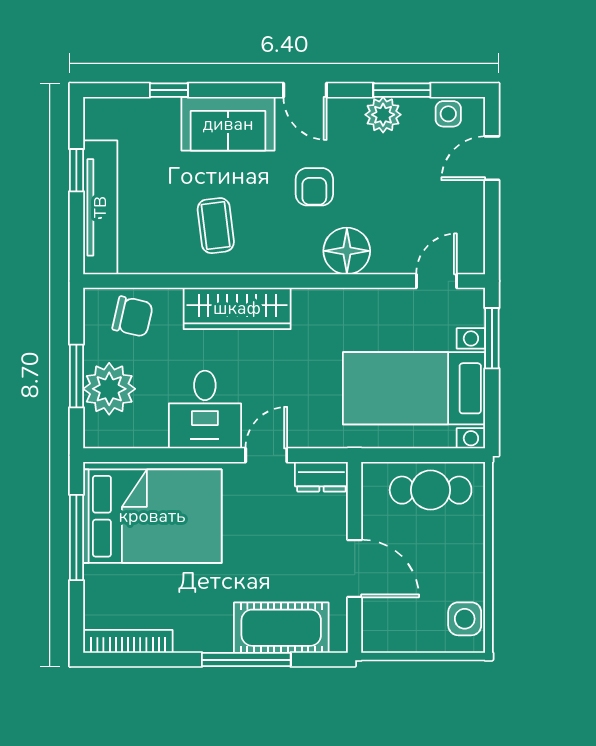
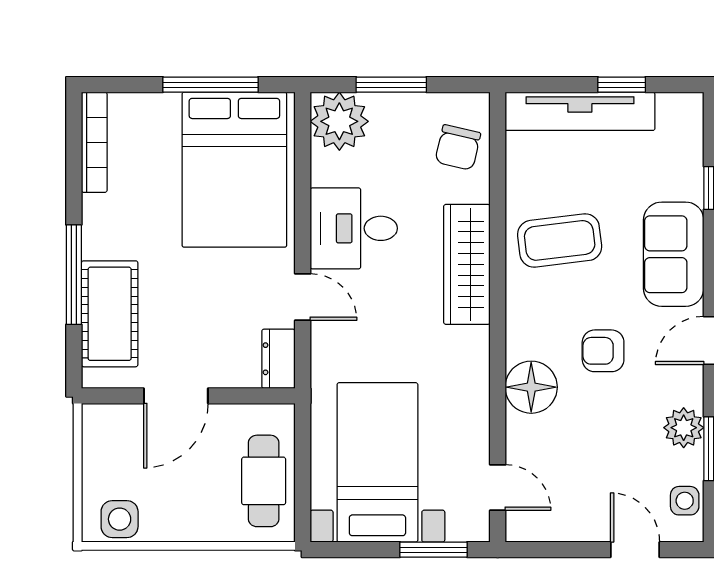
coffee table: (216, 226) -> (560, 240), width x1.36, depth x1.30
plant: (109, 389) -> (339, 121), moved

